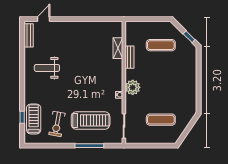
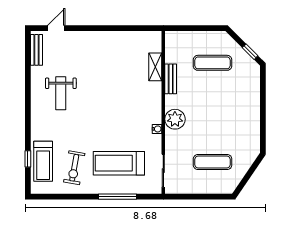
weight bench: (47, 68) -> (61, 93), turned -90
treadmill: (34, 119) -> (43, 161), turned 180
treadmill: (91, 120) -> (119, 163), turned 180

